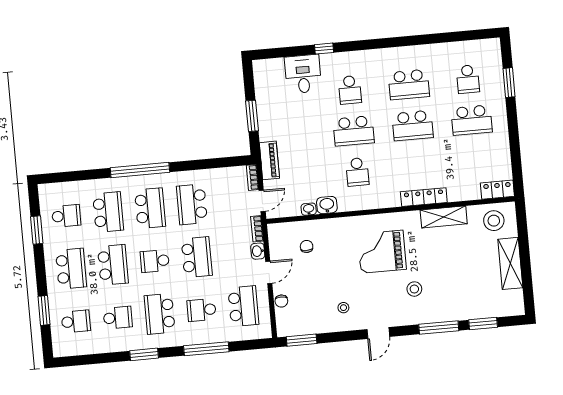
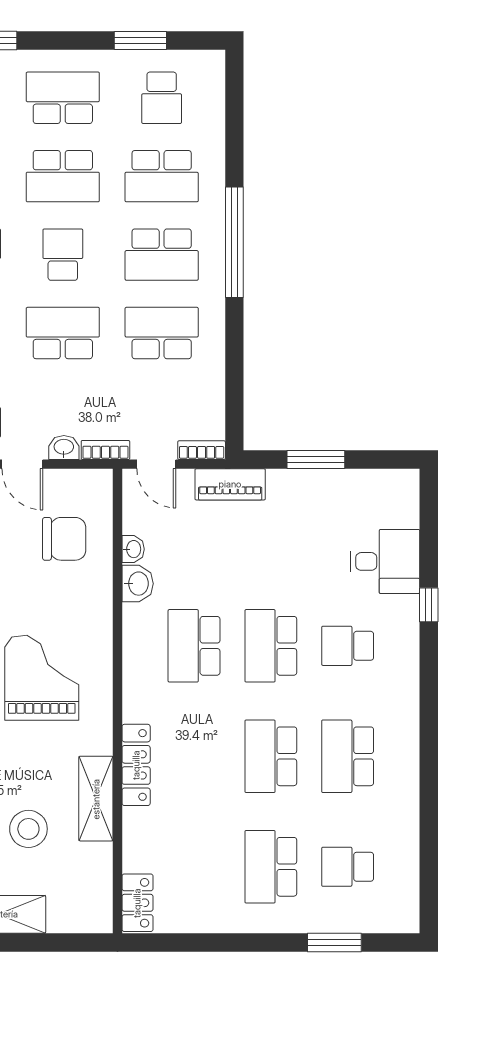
school desk: (357, 172) -> (194, 646), width x1.85
stool: (494, 221) -> (28, 829), moved
chair: (307, 246) -> (64, 539), width x1.87, depth x1.87
school desk: (197, 257) -> (63, 333), turned 180
school desk: (71, 269) -> (63, 98), turned 180

